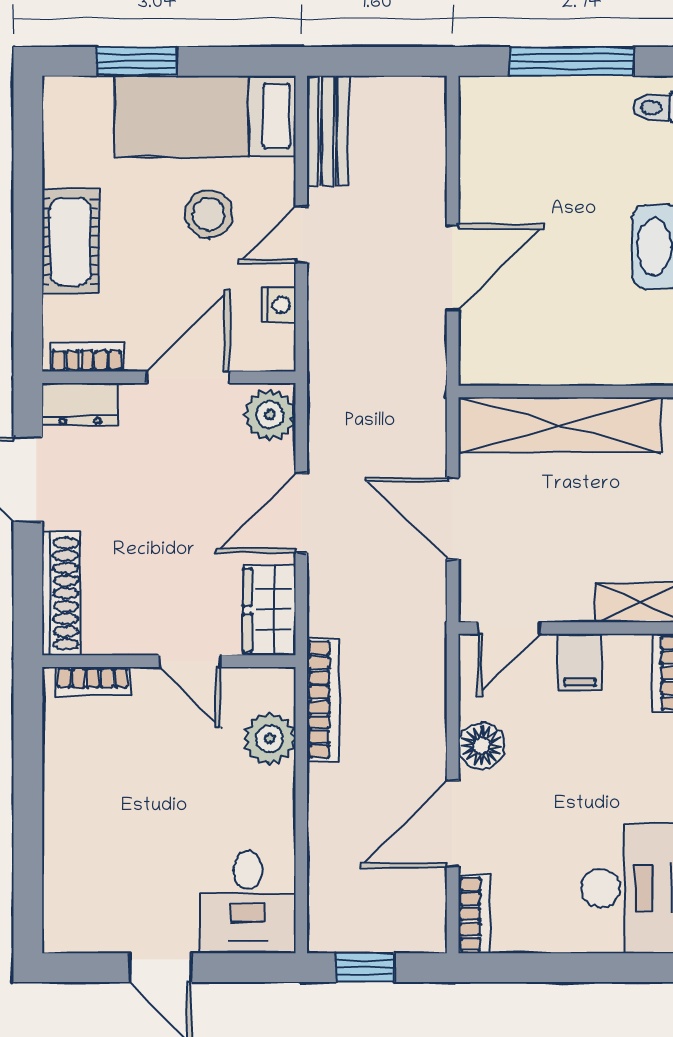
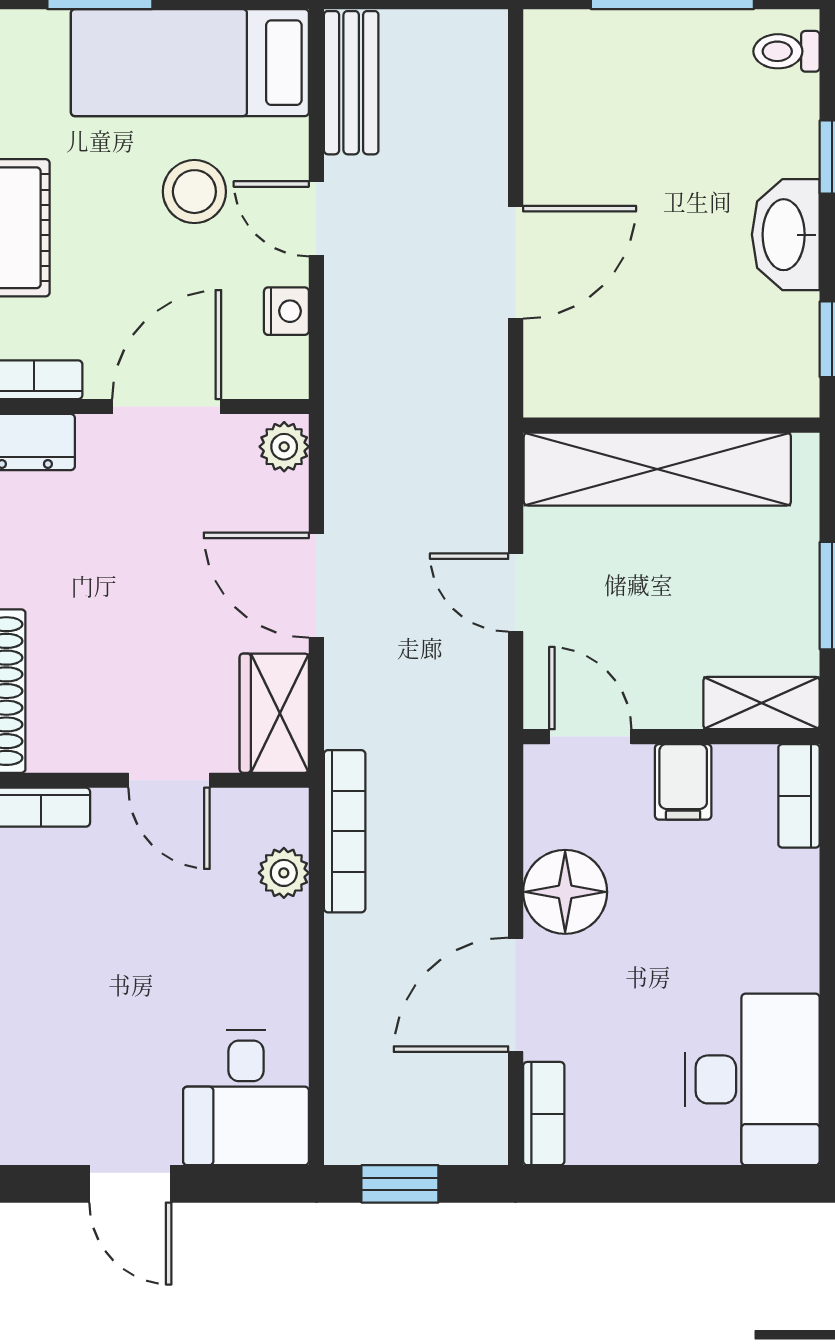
door: (301, 235) -> (316, 219), hinge flipped
plant: (270, 415) -> (284, 447), width x0.73, depth x0.73
door: (301, 513) -> (316, 585), hinge flipped
door: (453, 518) -> (516, 592), width x0.73
door: (509, 628) -> (590, 737), swing flipped
plant: (269, 739) -> (284, 873), width x0.73, depth x0.73
floor lamp: (482, 746) -> (565, 892), width x1.38, depth x1.38

